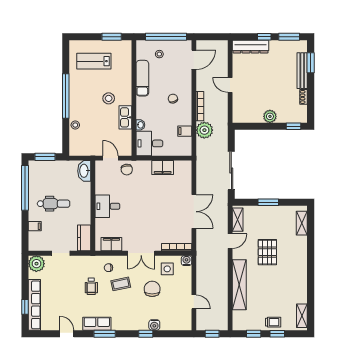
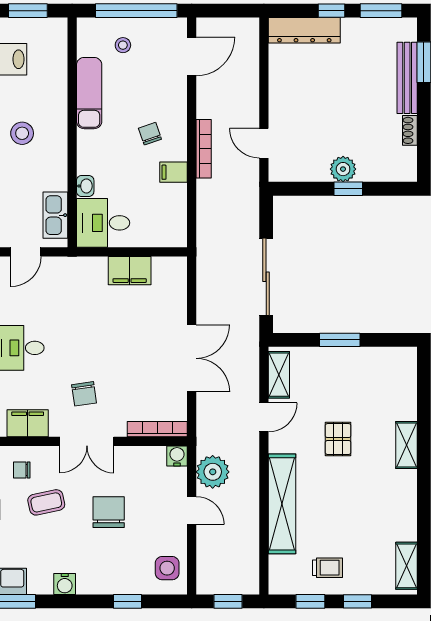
door: (230, 85) -> (264, 143), moved
kitchen sink: (125, 117) -> (55, 215), moved
window: (293, 126) -> (348, 189), moved
plant: (204, 130) -> (213, 472), moved
filing cabinet: (185, 131) -> (173, 172), moved
door: (111, 158) -> (26, 252), swing flipped
chair: (127, 170) -> (84, 394), moved
shelving: (302, 223) -> (406, 445), moved
pallet: (267, 252) -> (338, 439), width x0.67, depth x0.71
side table: (167, 269) -> (167, 568), moved
door: (194, 302) -> (192, 511), moved
trolley: (273, 322) -> (327, 568), moved
water cooler: (154, 325) -> (65, 584), moved
window: (146, 334) -> (127, 601), moved

